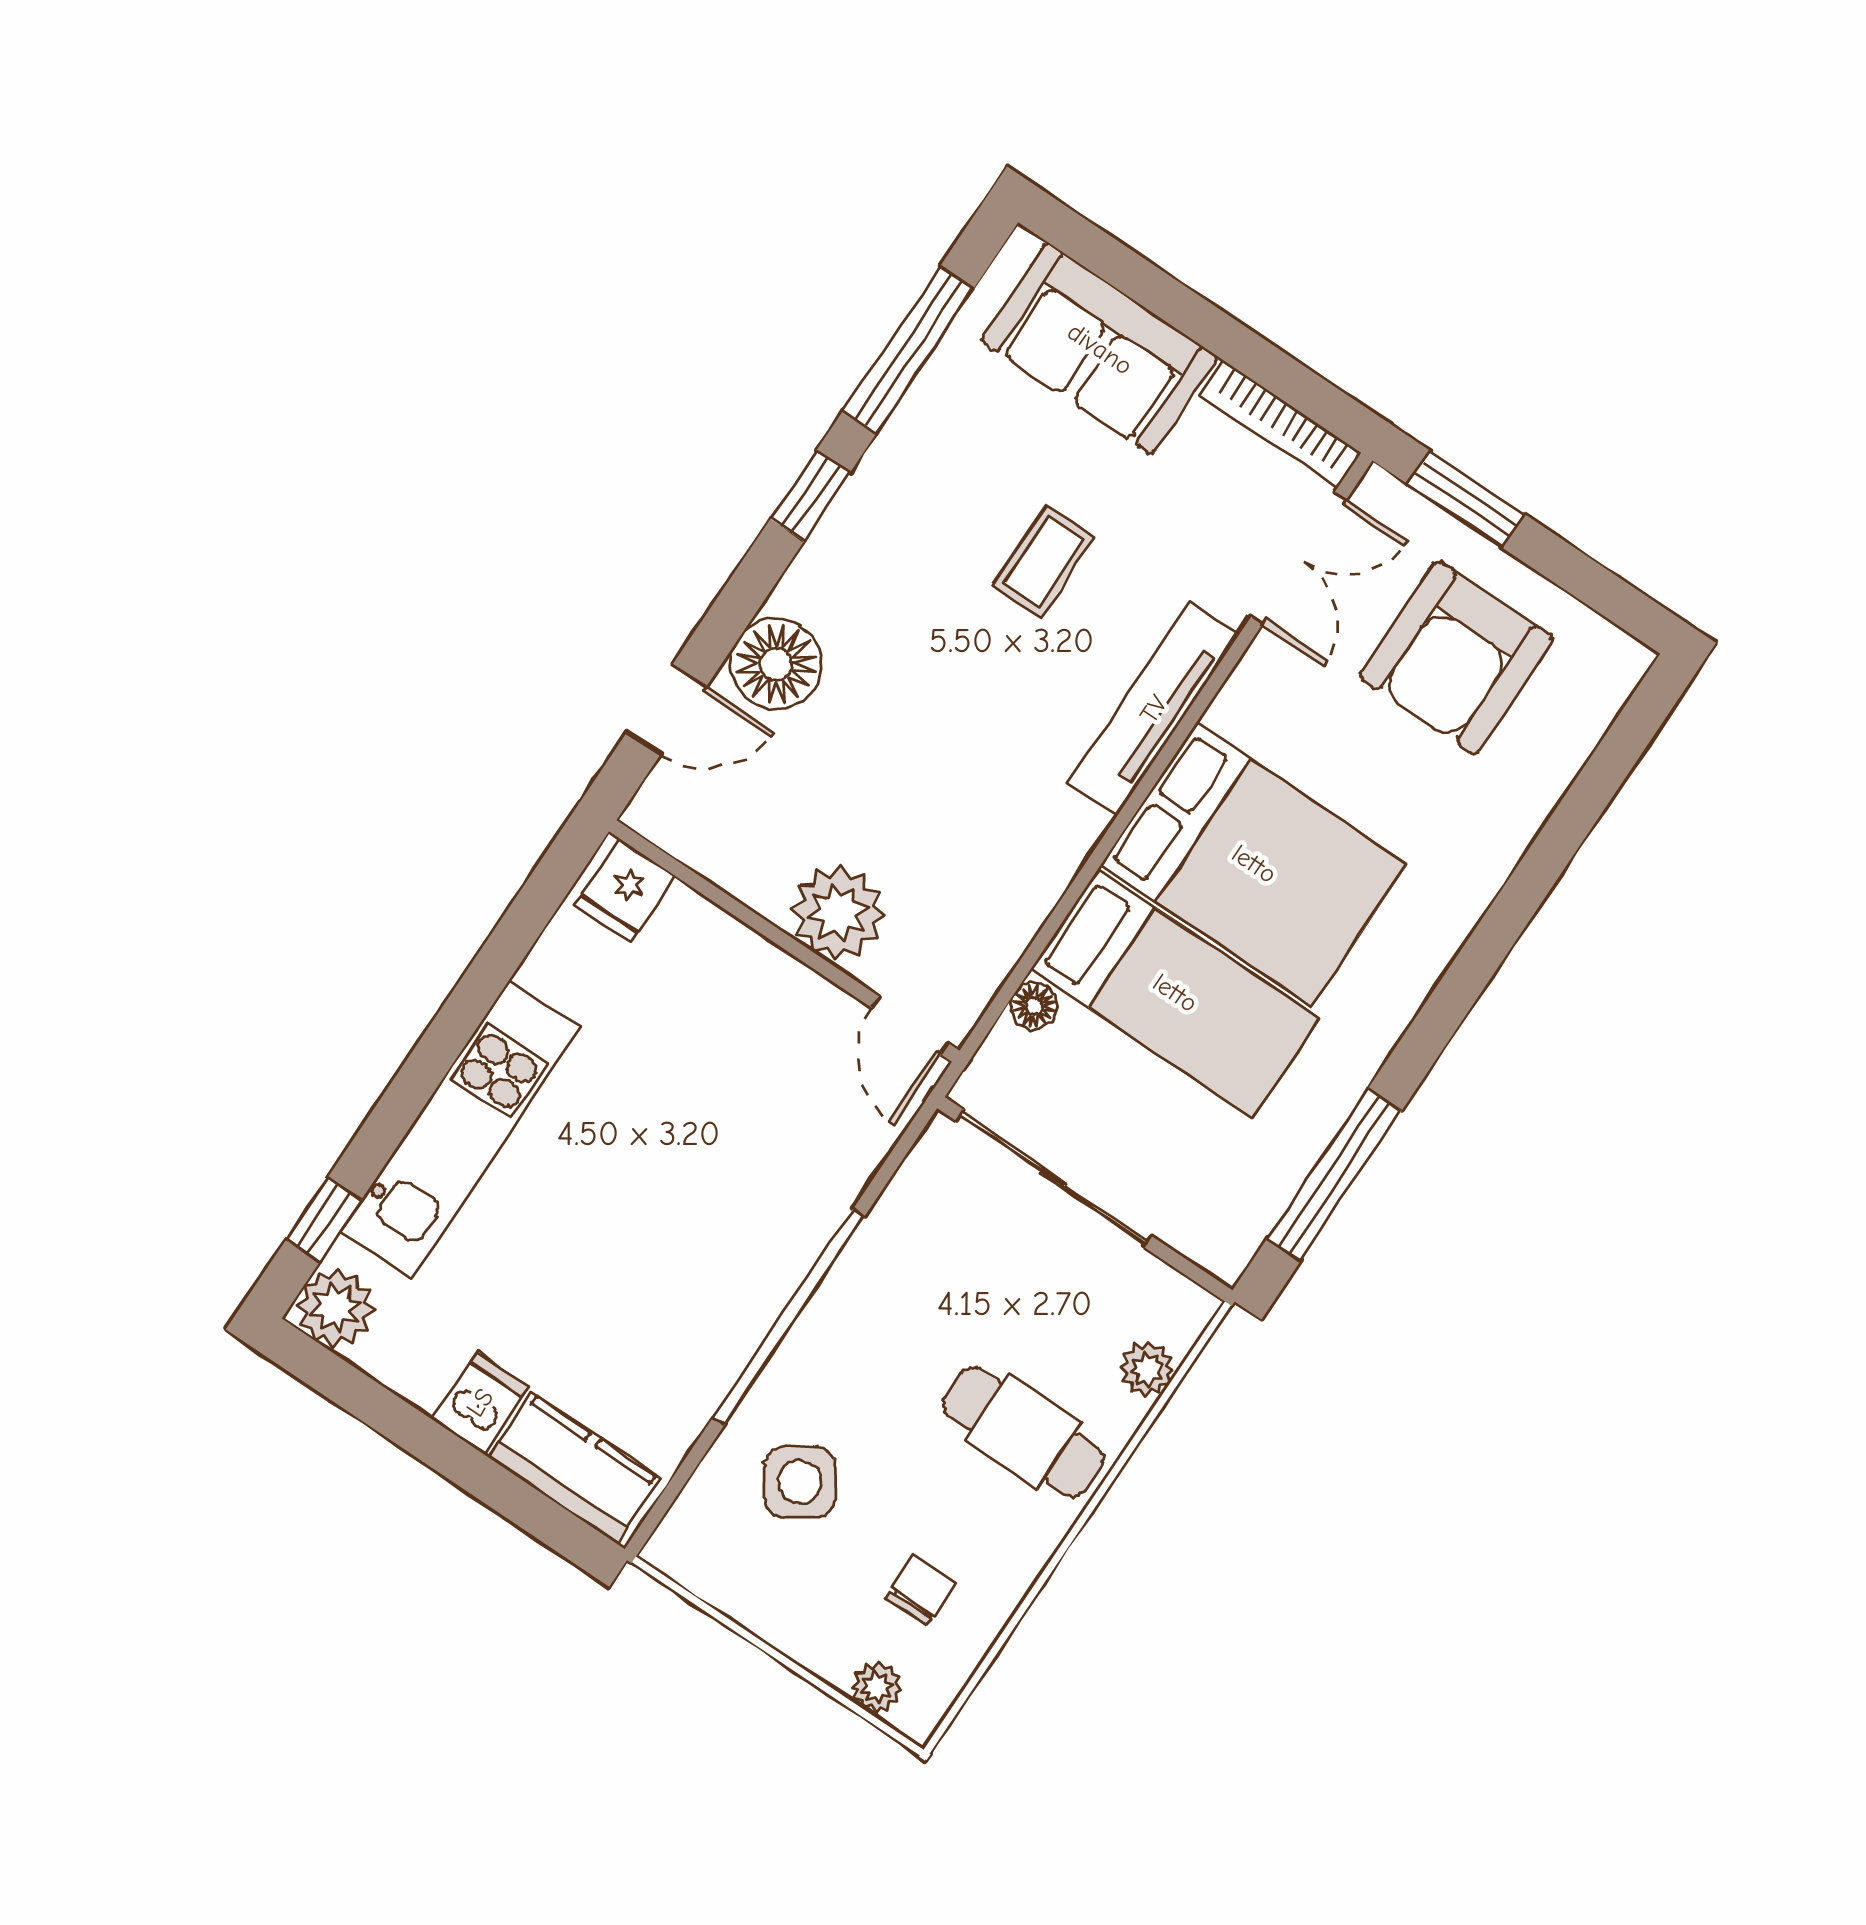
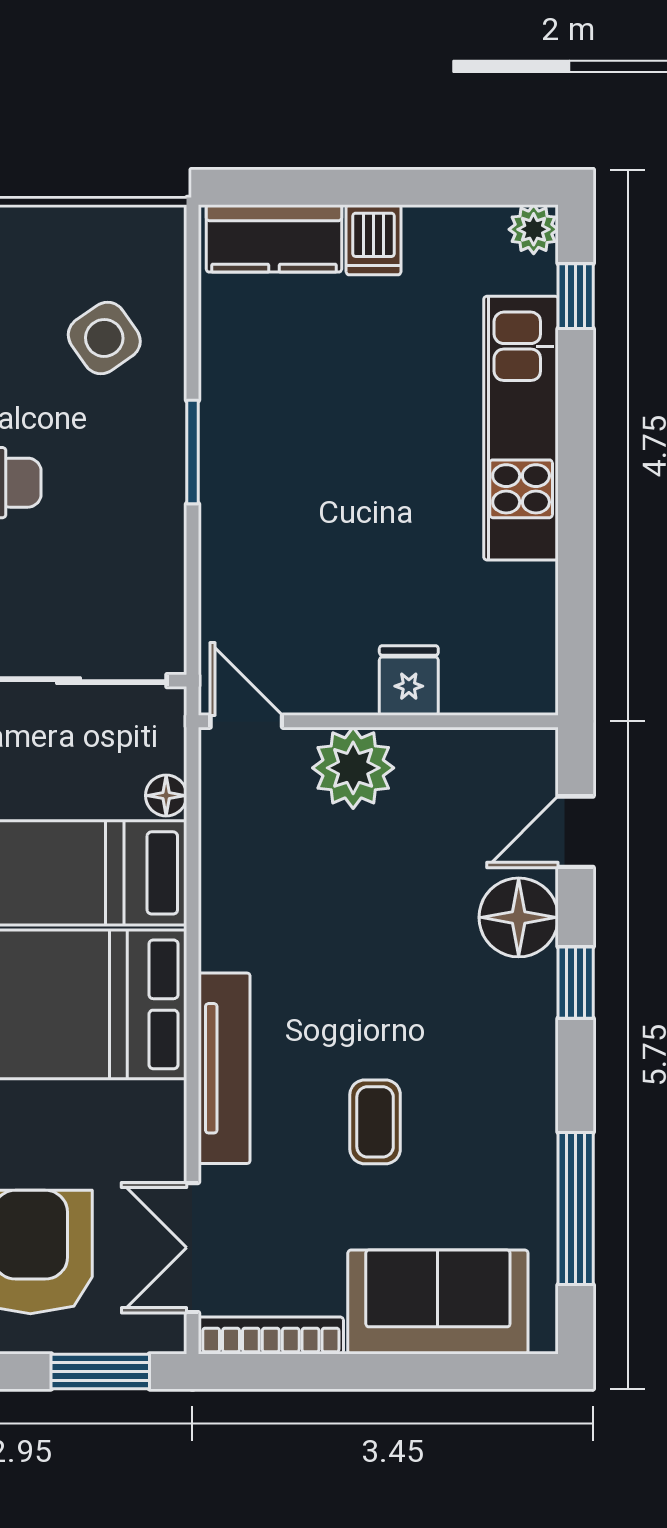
window: (810, 496) -> (576, 983), moved
fridge: (625, 891) -> (409, 681), moved
plant: (336, 1308) -> (534, 229), width x0.73, depth x0.73
window: (789, 1317) -> (192, 452), width x0.47

